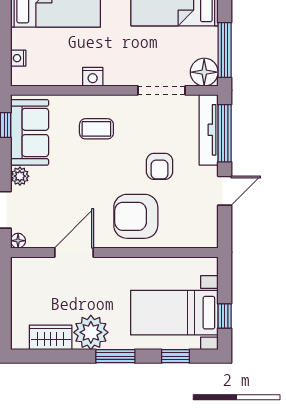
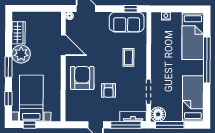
nightstand: (93, 77) -> (156, 55), removed
tv unit: (209, 130) -> (133, 117), width x0.71
armchair: (160, 166) -> (108, 91), turned -90
plant: (20, 176) -> (104, 17), removed

